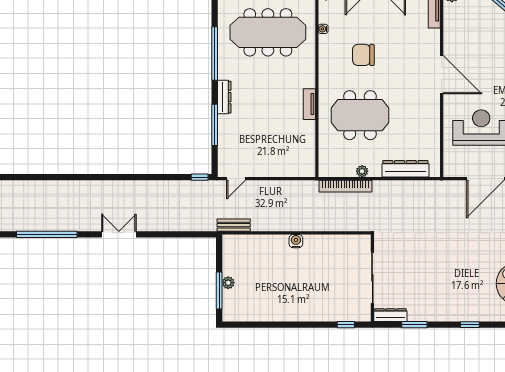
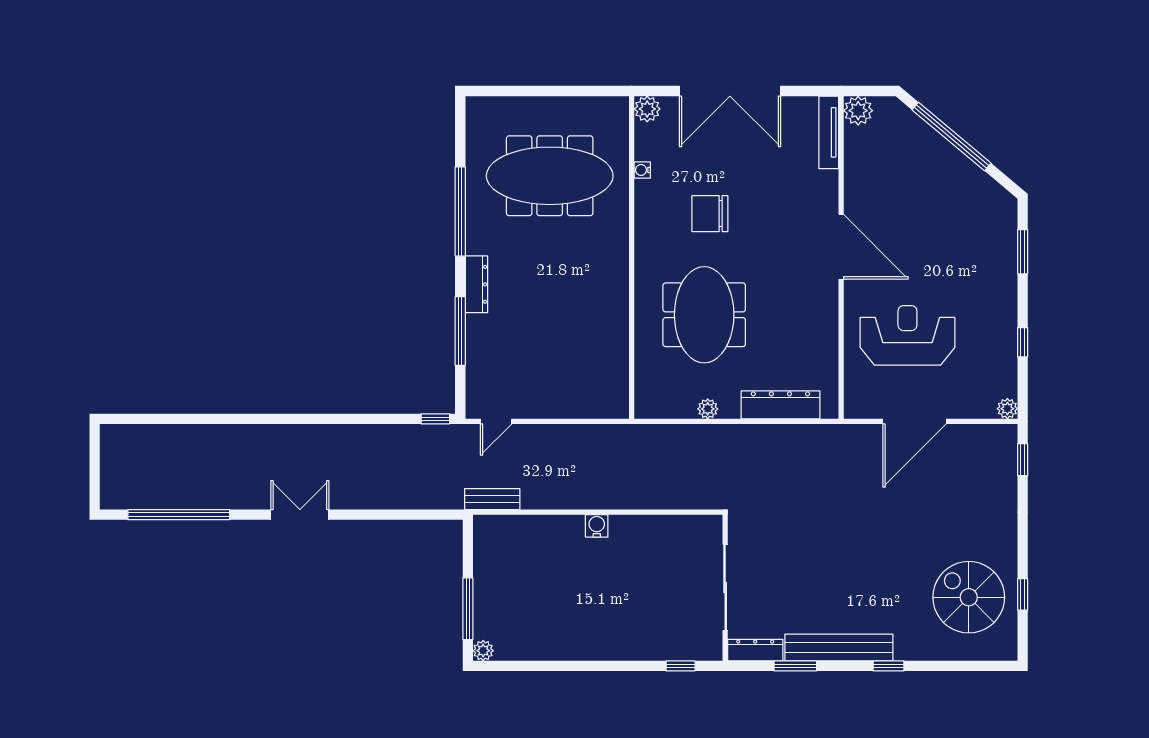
tv unit: (309, 104) -> (619, 296), removed
meeting table: (360, 115) -> (704, 315), turned 90
bookcase: (346, 186) -> (680, 434), removed
plant: (228, 283) -> (483, 651), moved
bench: (440, 314) -> (839, 647), added

